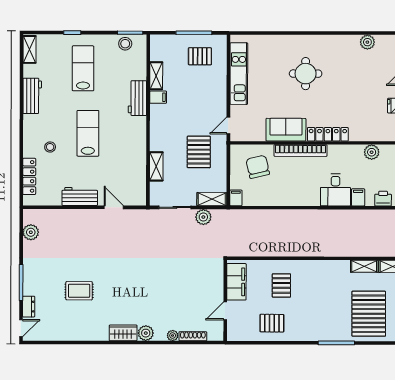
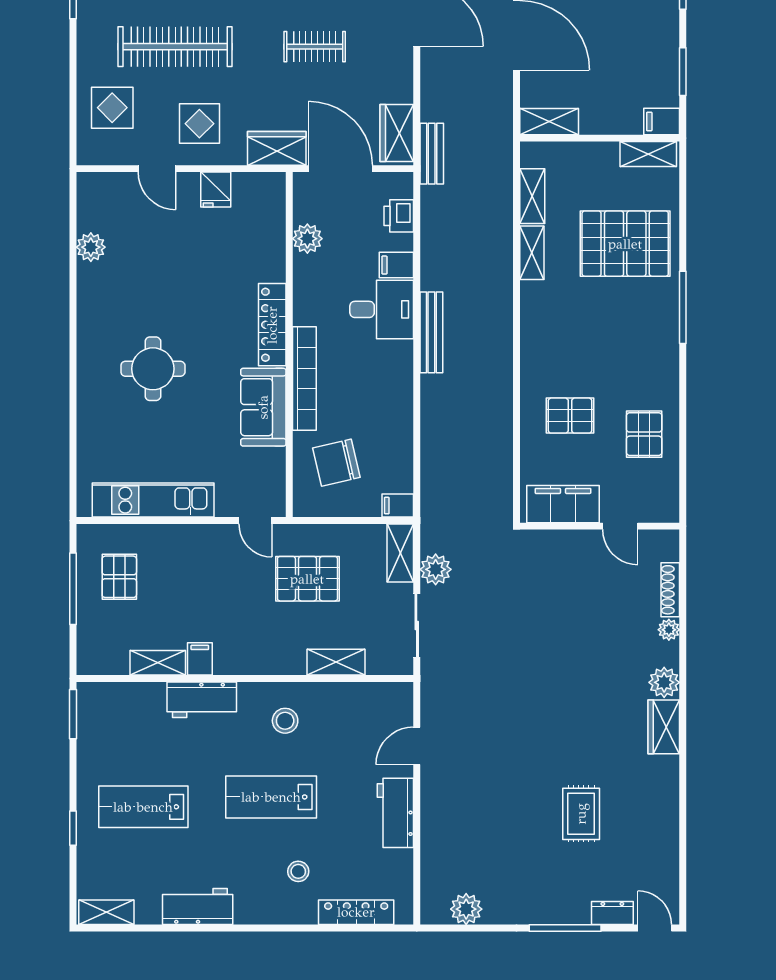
stool: (125, 44) -> (285, 721), moved
bench: (324, 215) -> (431, 332), added

